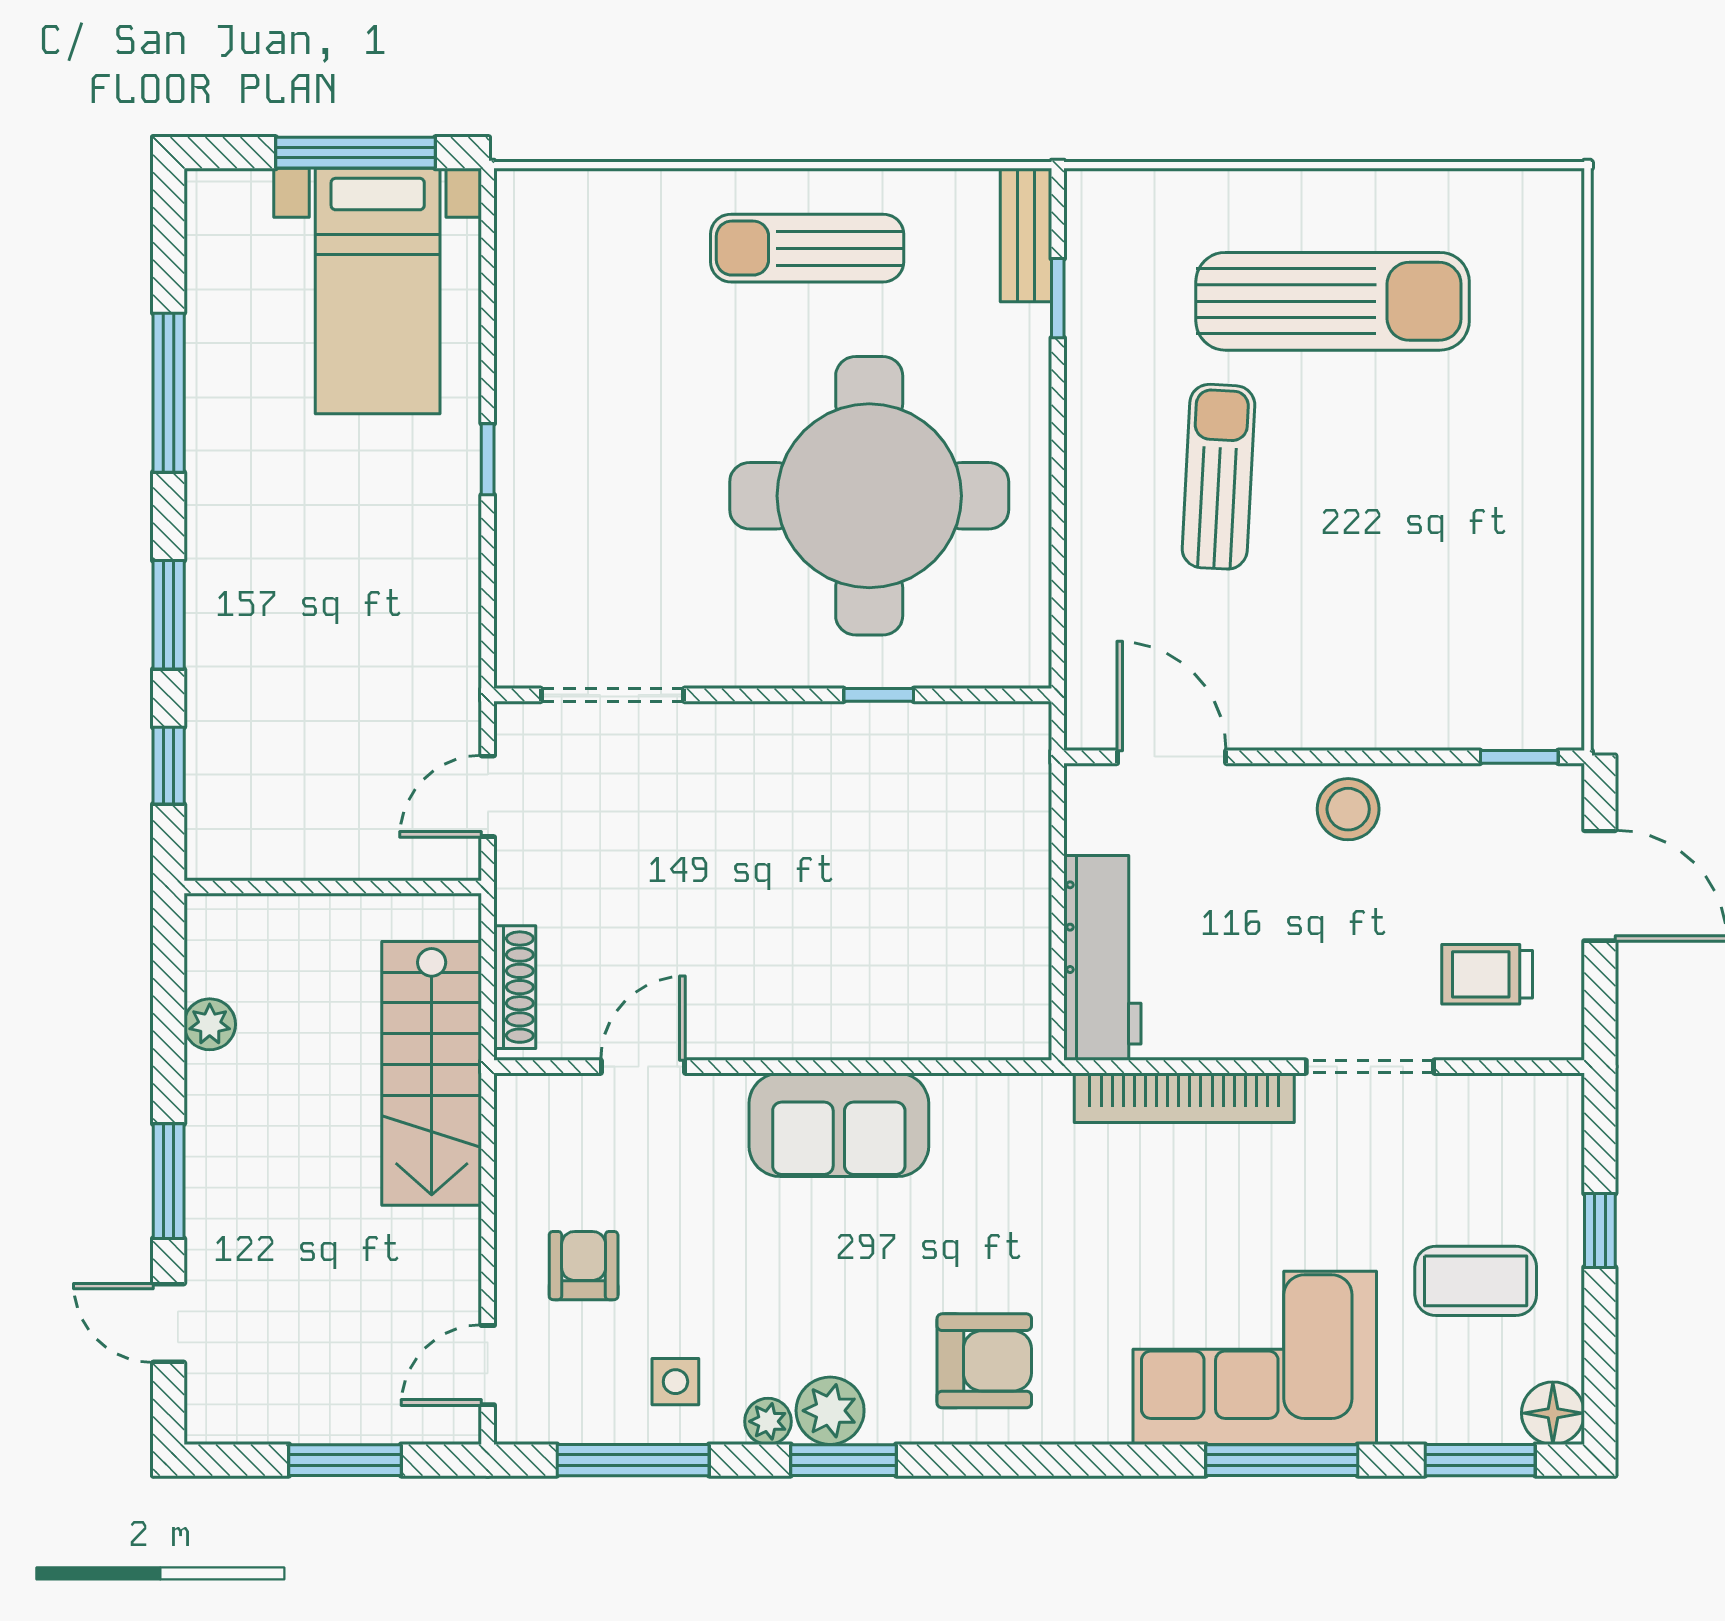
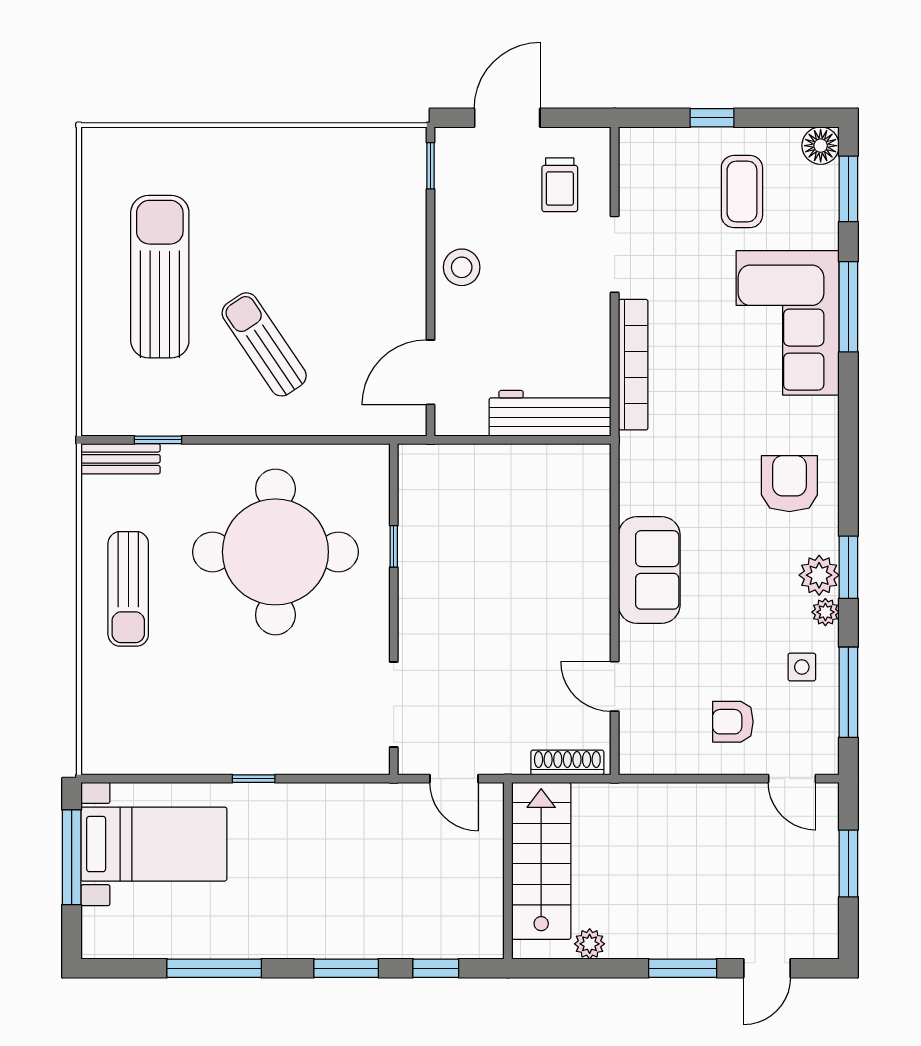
sun lounger: (1218, 477) -> (264, 344), turned 53
stairs: (432, 1073) -> (541, 861), moved, turned -90

